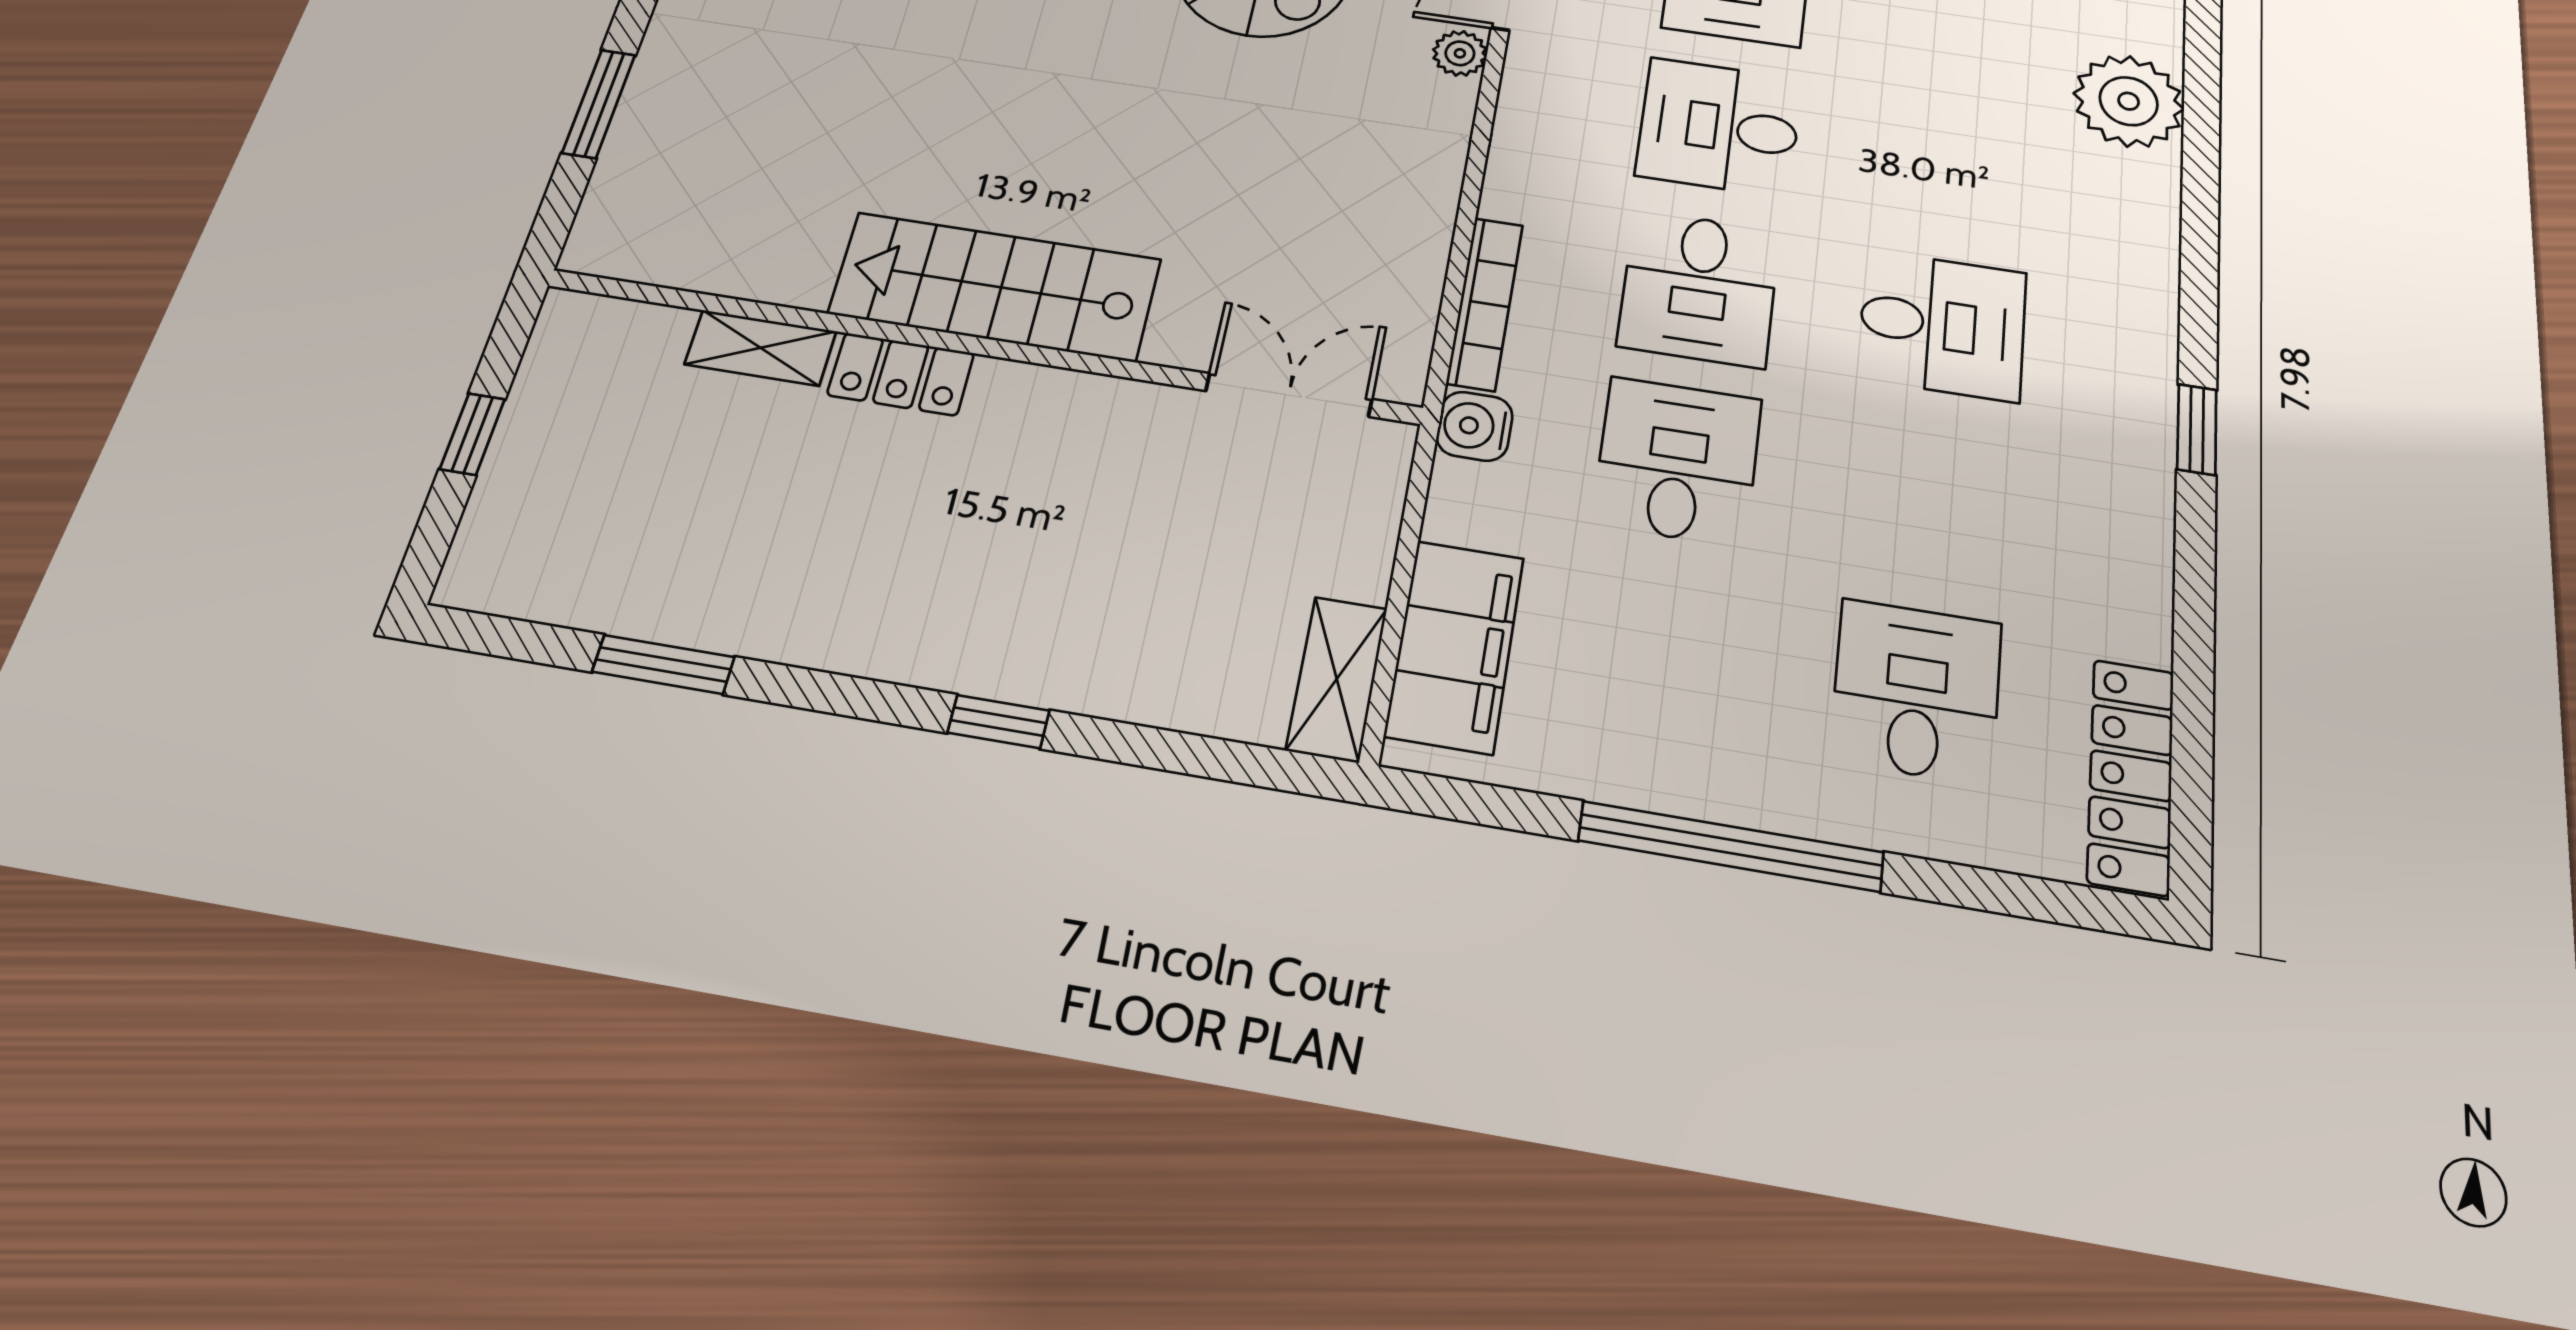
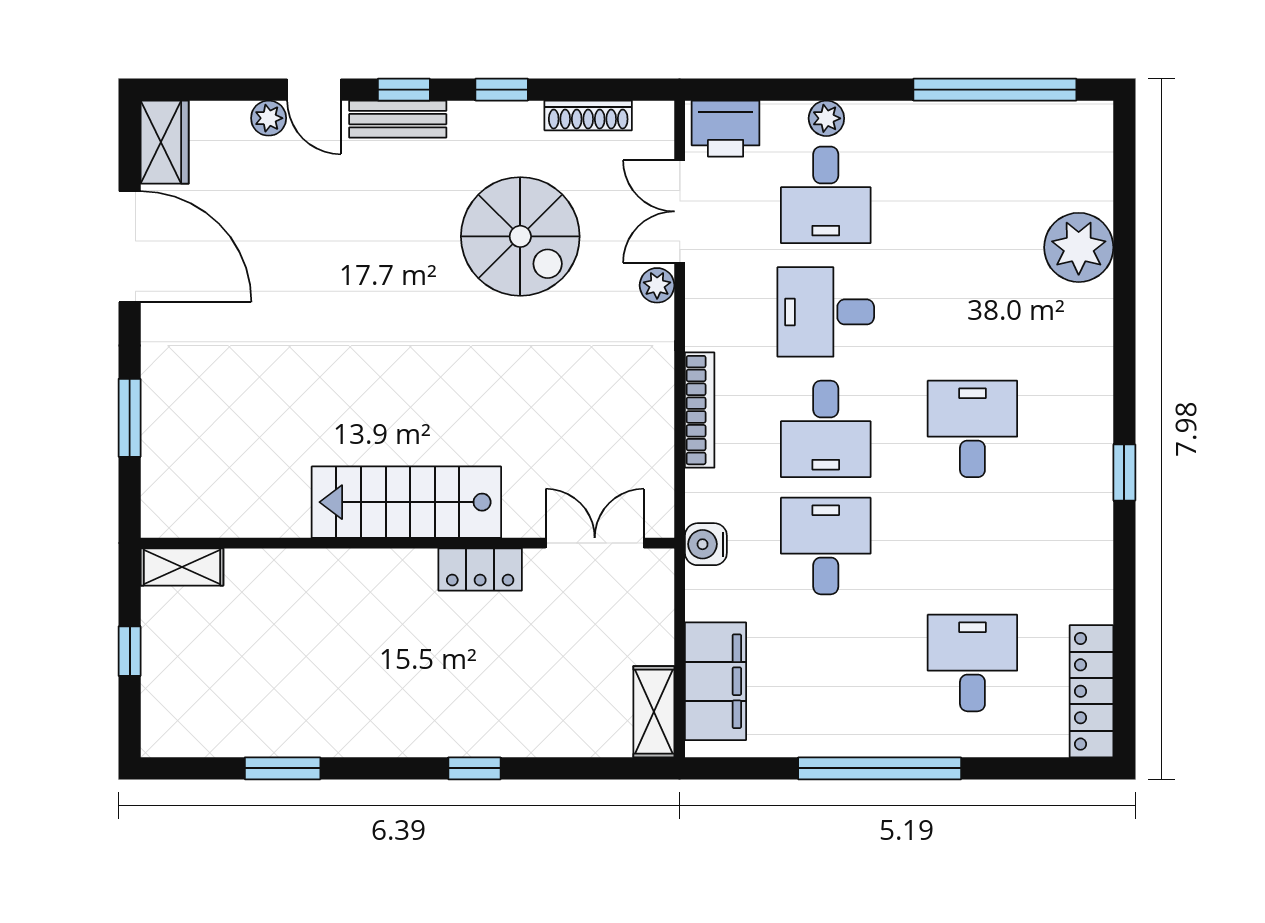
bookcase: (1485, 303) -> (700, 410), moved
desk: (1942, 325) -> (972, 429), turned -90
shelving: (761, 348) -> (182, 567), moved
locker: (901, 374) -> (480, 569), moved

